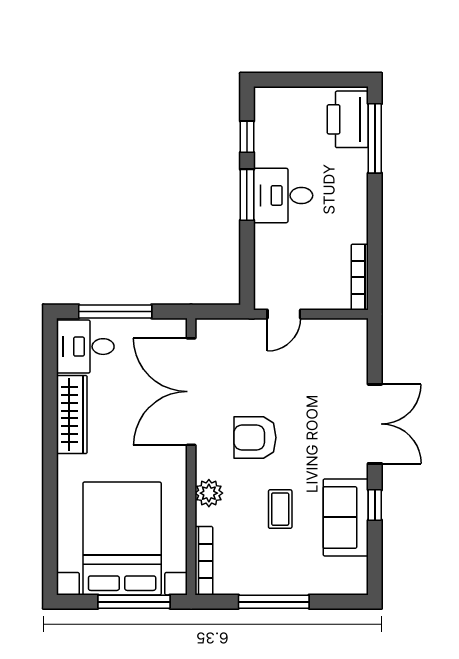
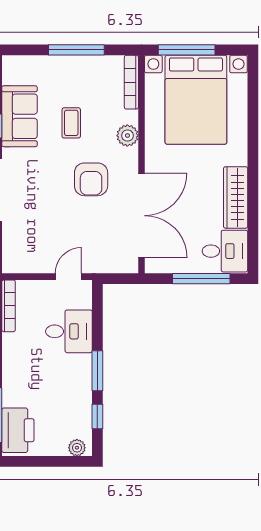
plant: (273, 97) -> (77, 448), added
desk: (283, 195) -> (69, 331), moved
armchair: (255, 438) -> (91, 179), turned 90

